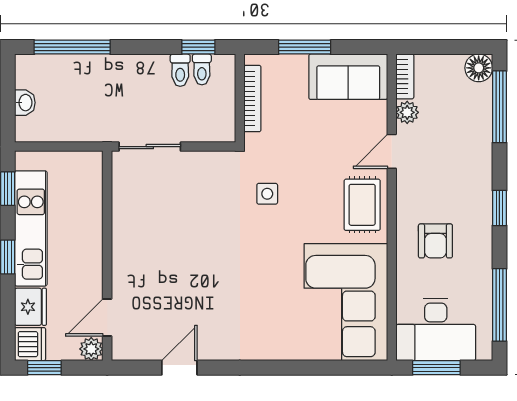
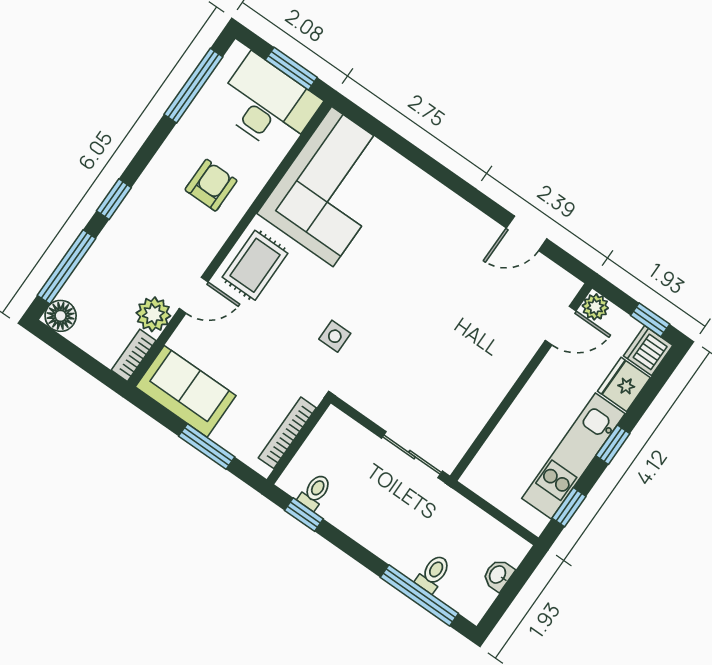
toilet: (180, 70) -> (433, 574), moved
plant: (407, 112) -> (153, 314), width x1.38, depth x1.38
window: (499, 208) -> (114, 199), moved

